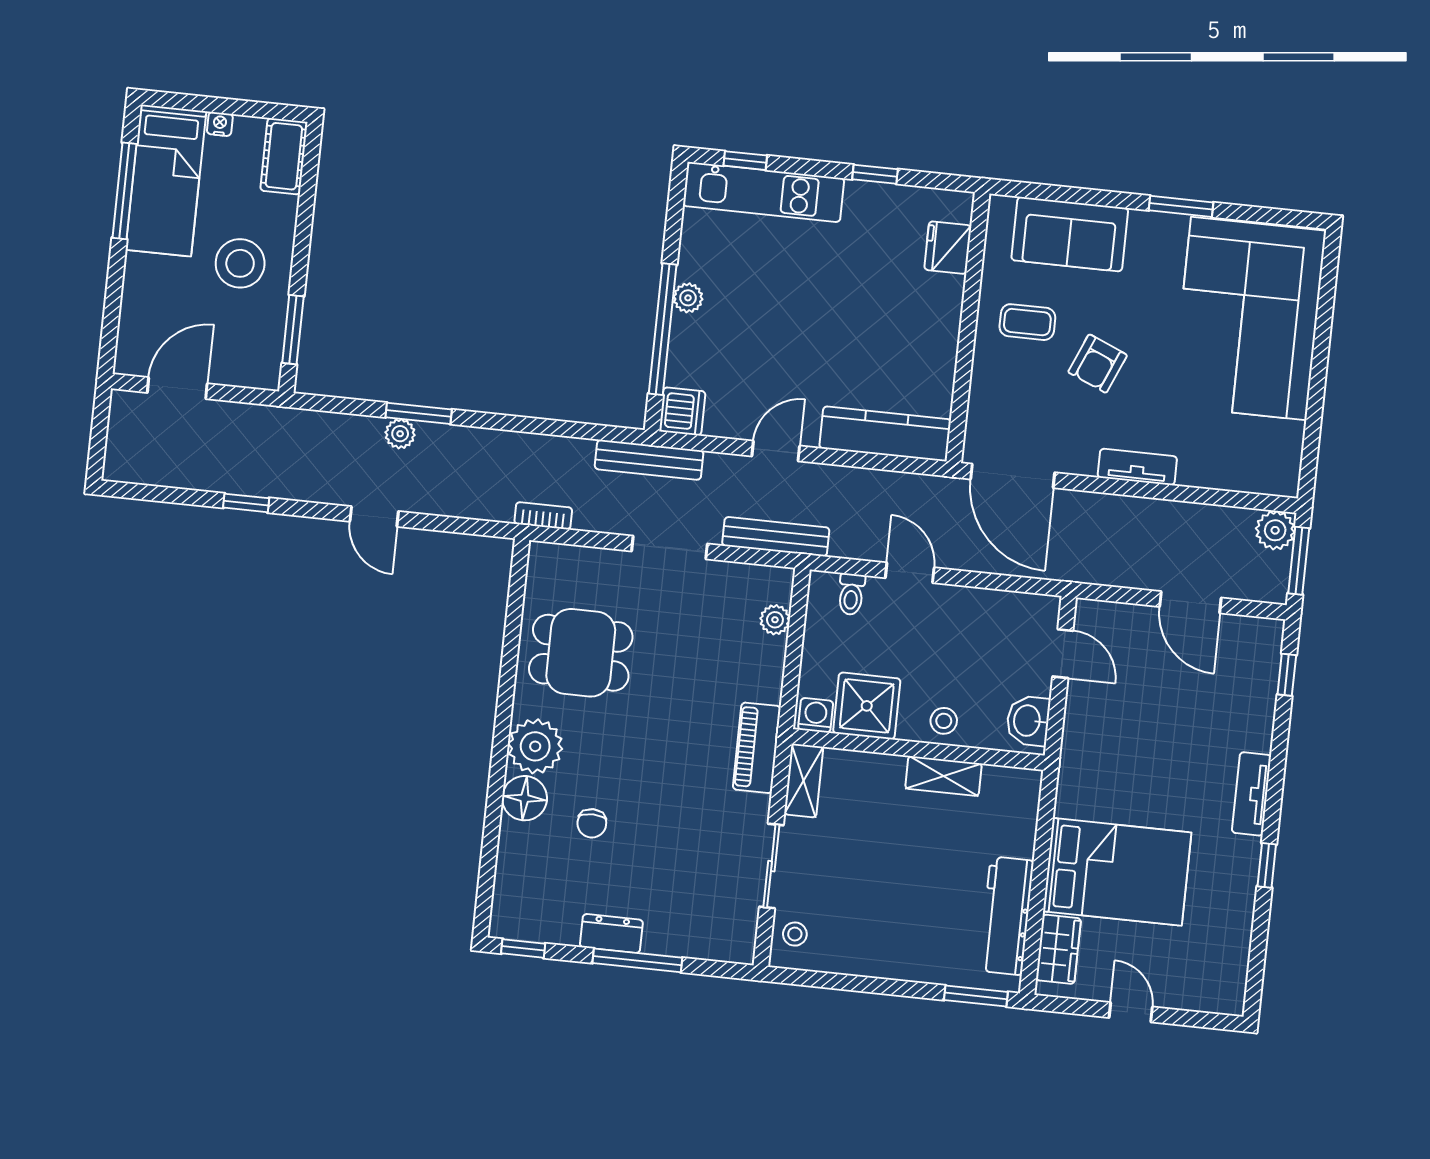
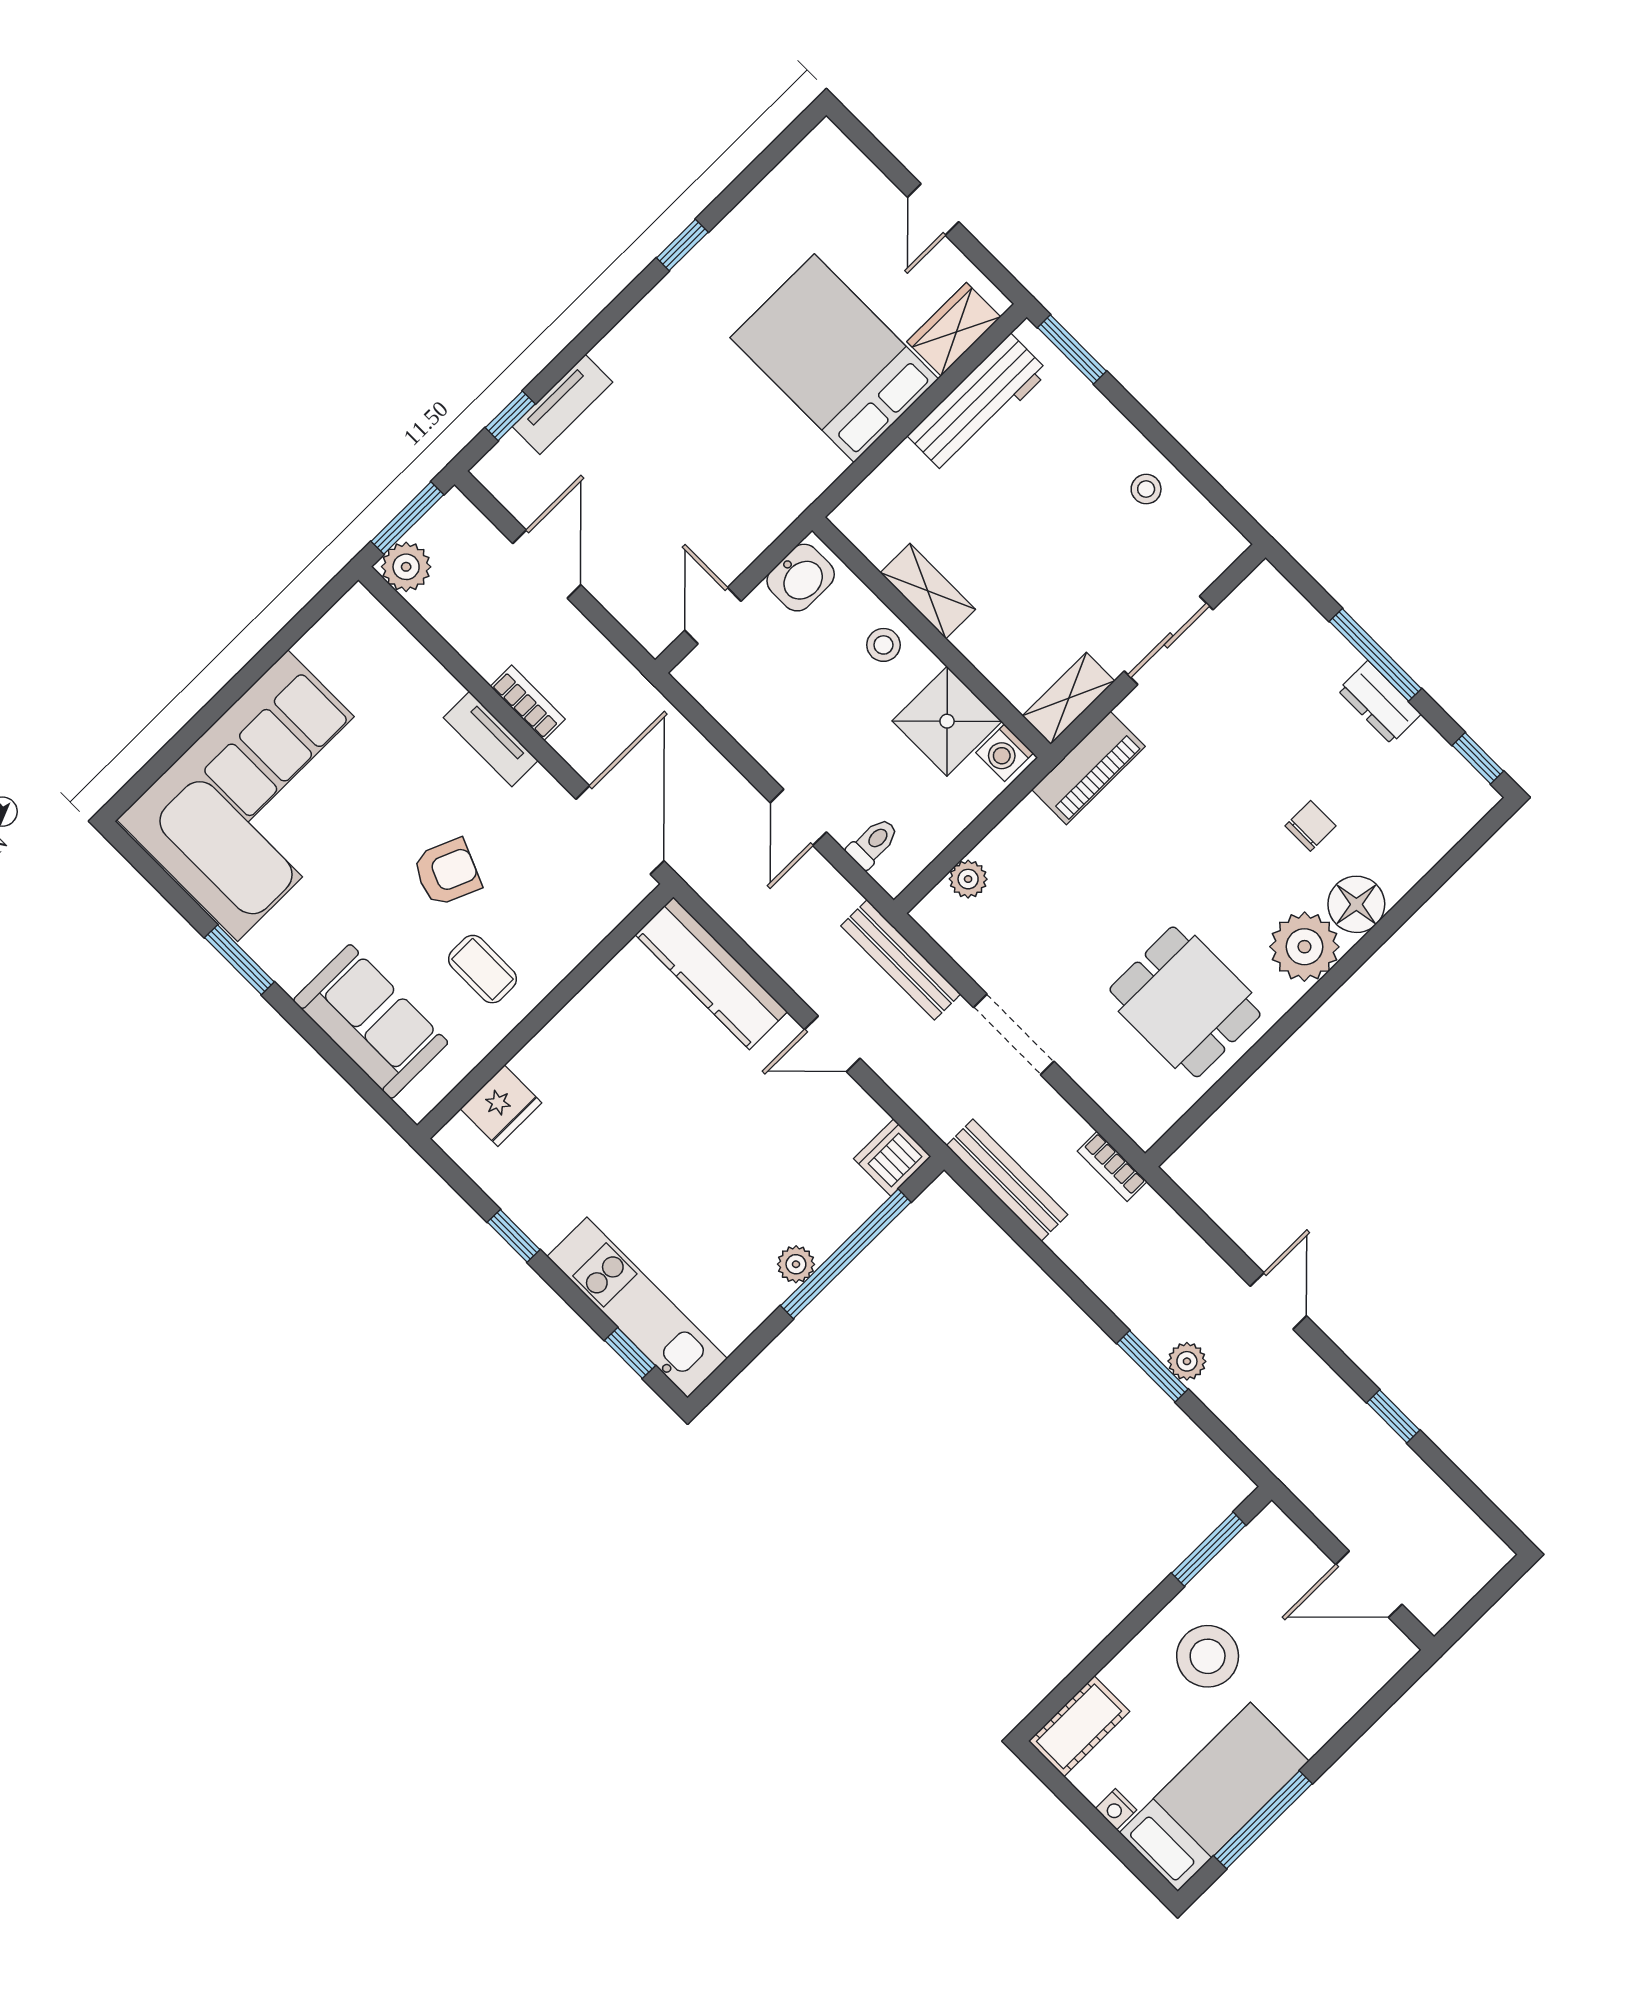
bench: (649, 460) -> (1007, 1180), moved
bookcase: (1133, 508) -> (528, 703), added
tv unit: (1251, 794) -> (562, 404), moved
stool: (795, 934) -> (1146, 489), moved

